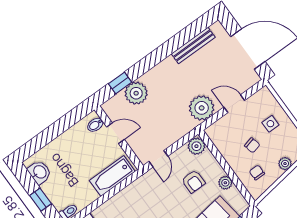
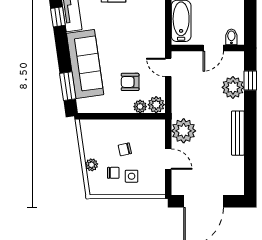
bench: (193, 46) -> (238, 133), moved
door: (234, 104) -> (168, 159), hinge flipped
chair: (257, 172) -> (113, 173), moved
plant: (225, 183) -> (140, 107), moved

